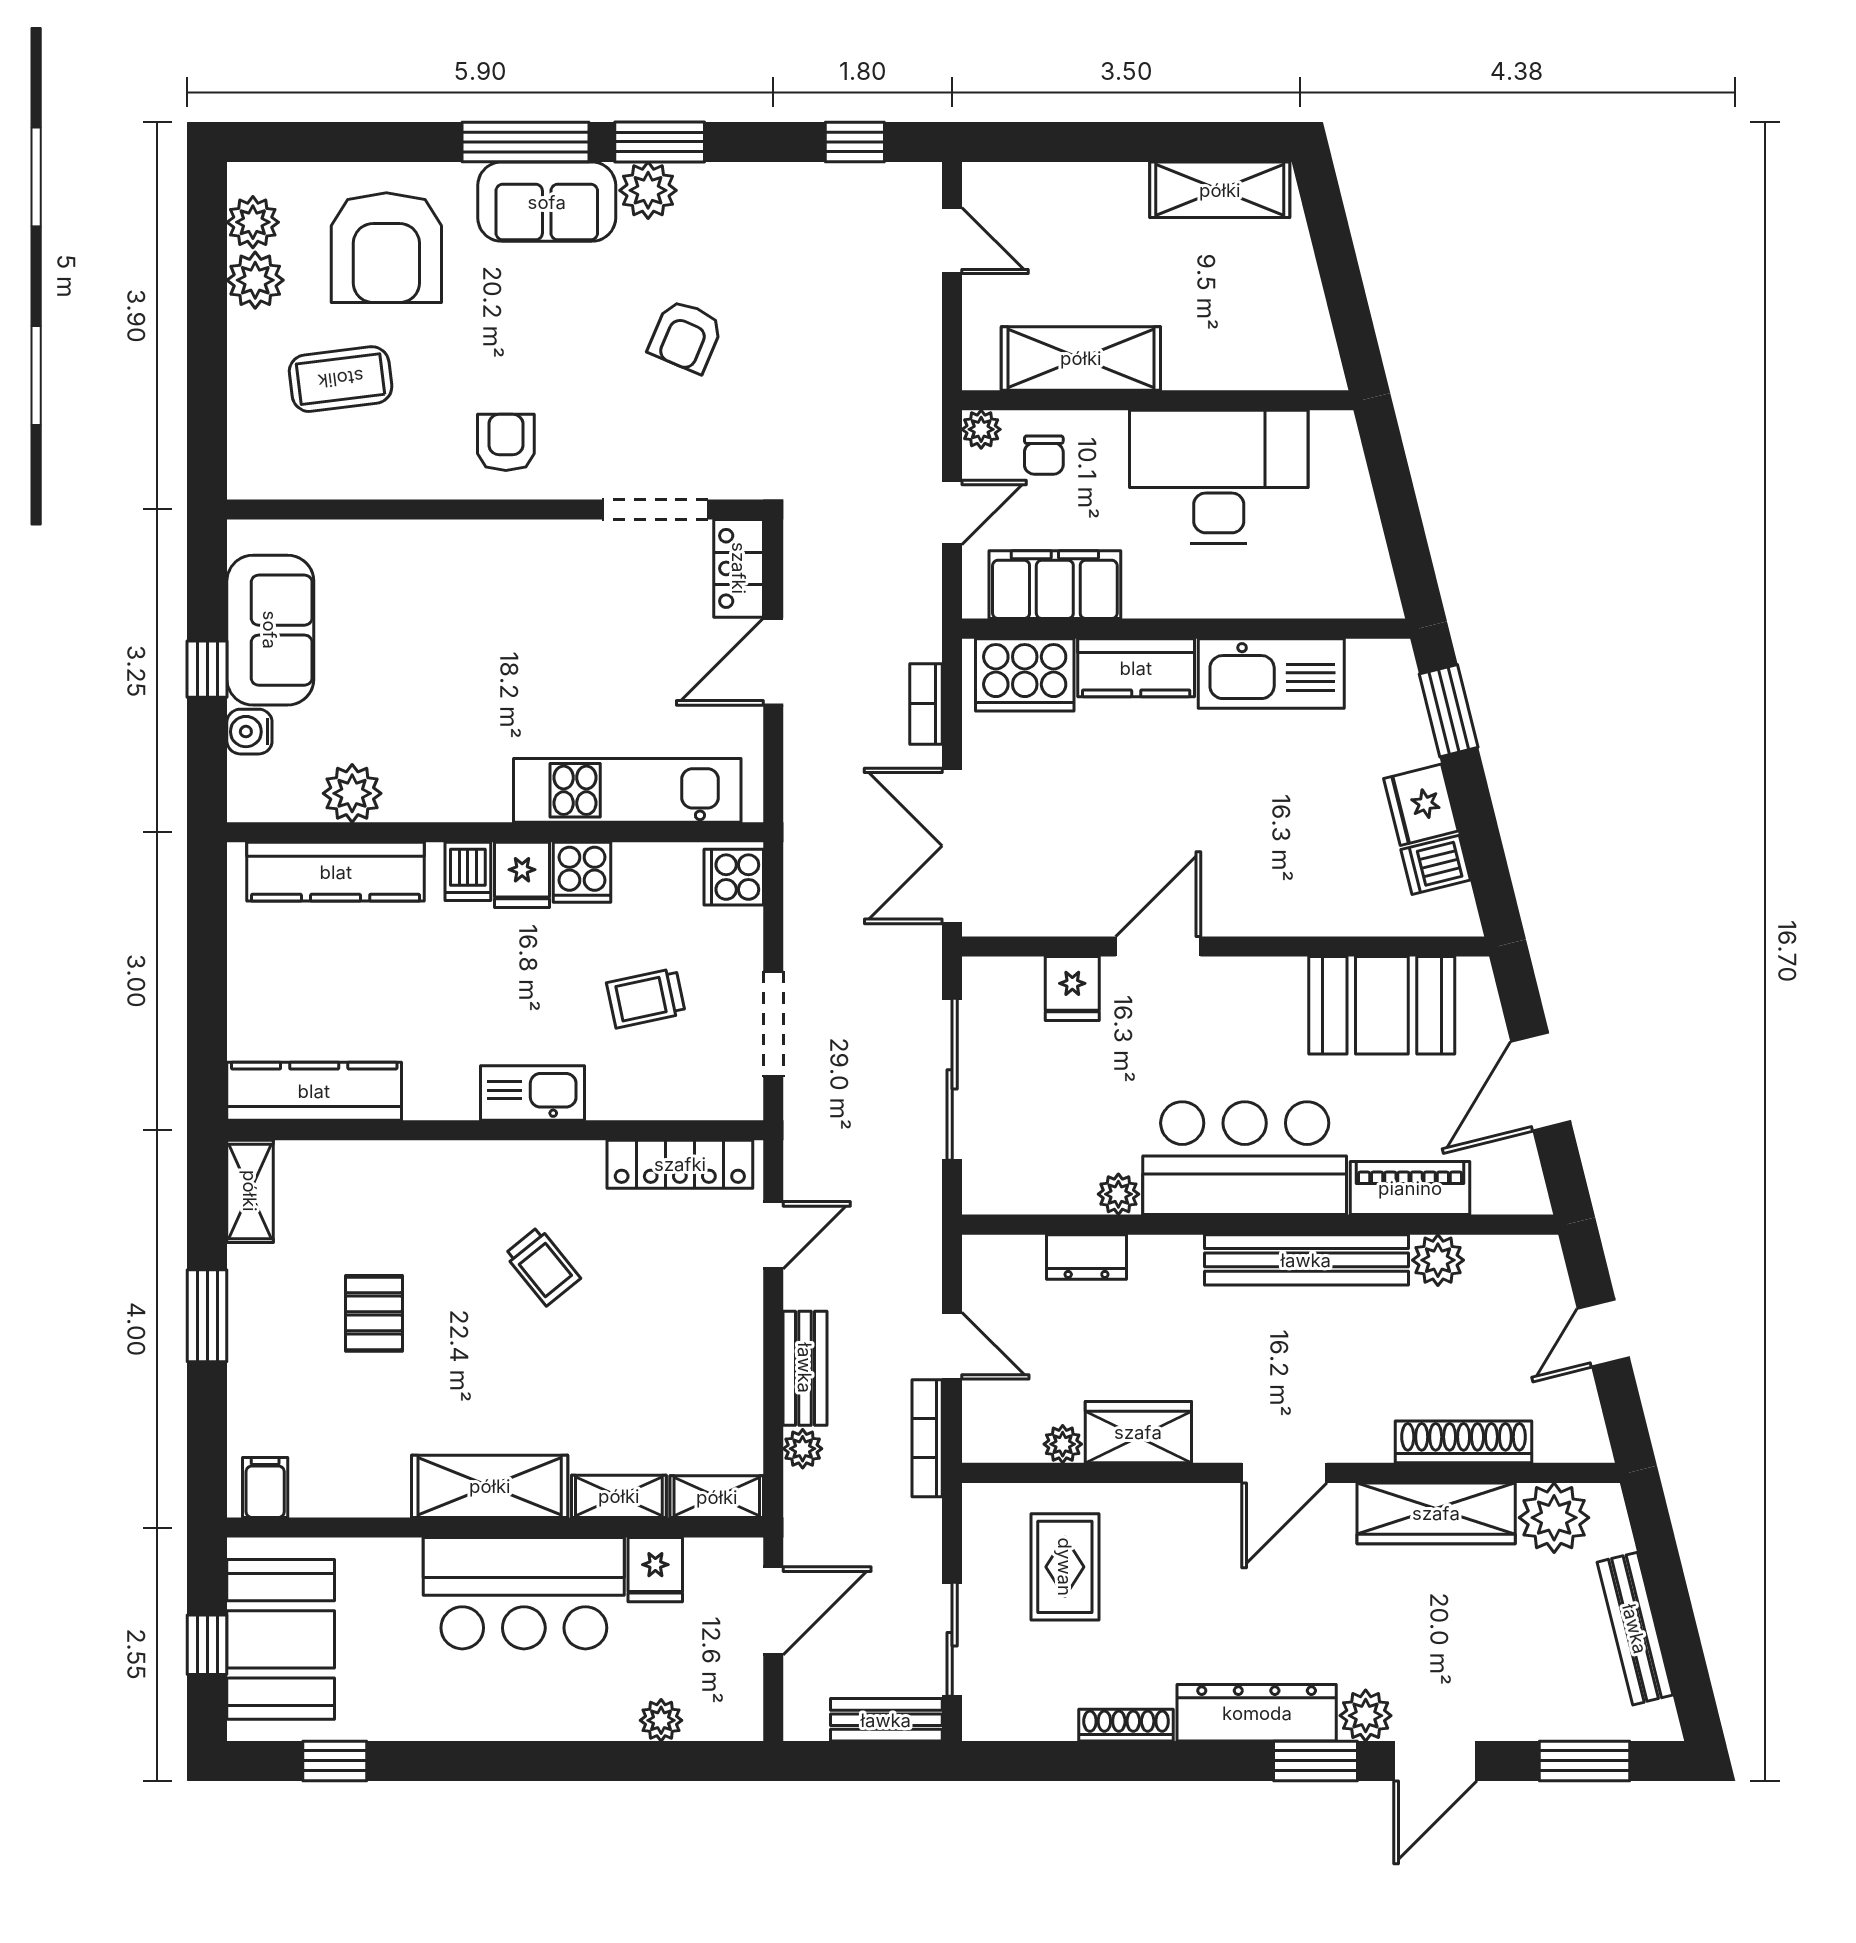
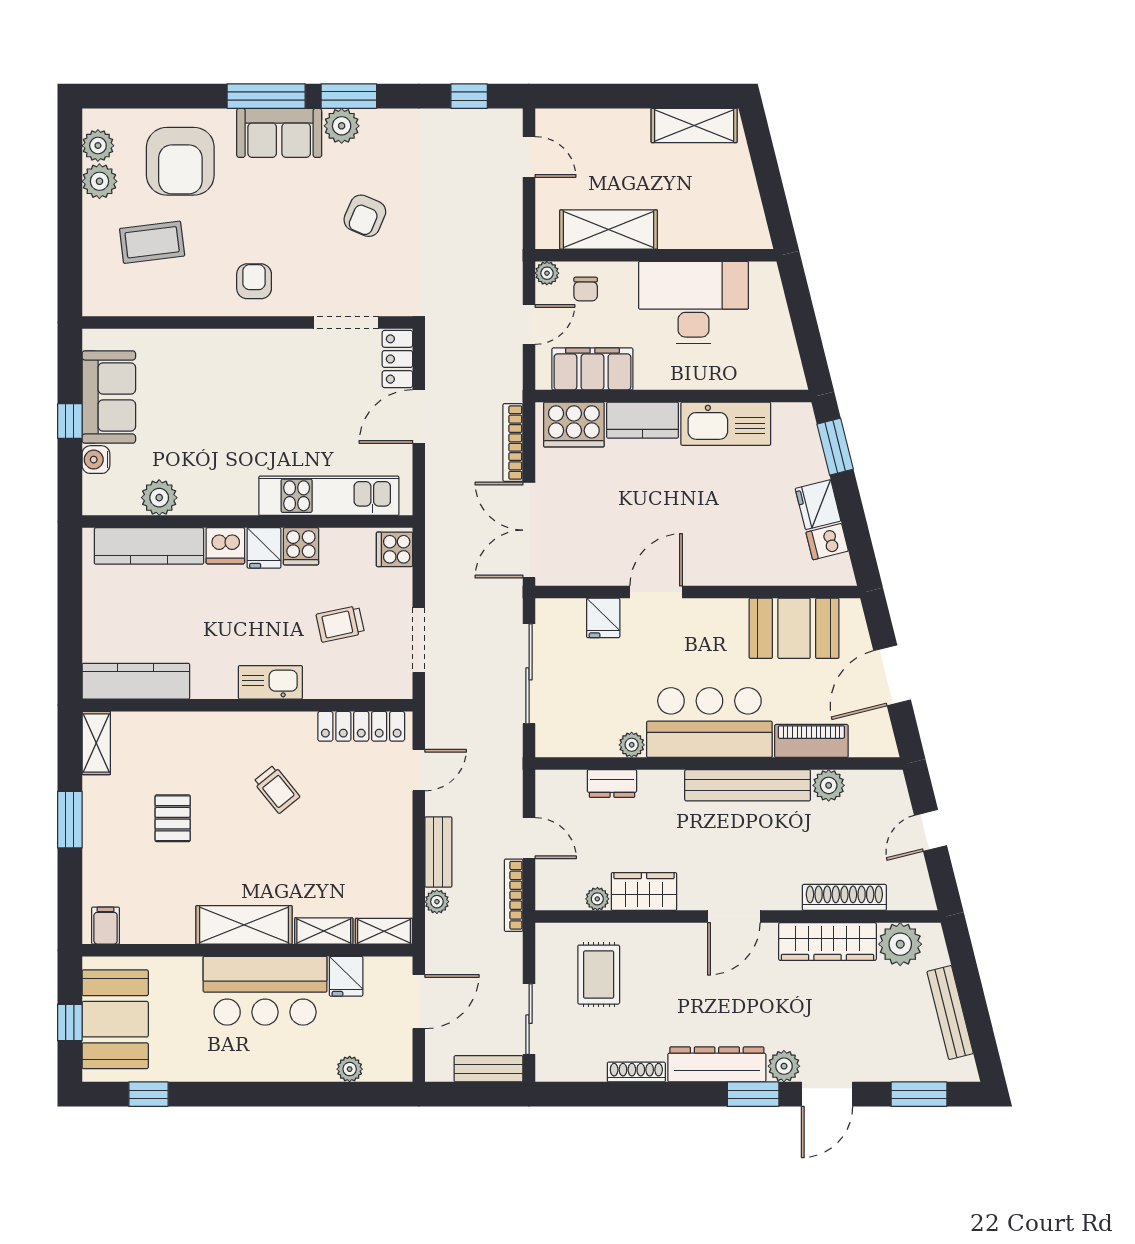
bookcase: (926, 704) -> (513, 443), width x1.56
dishwasher: (468, 871) -> (225, 546), width x1.38

